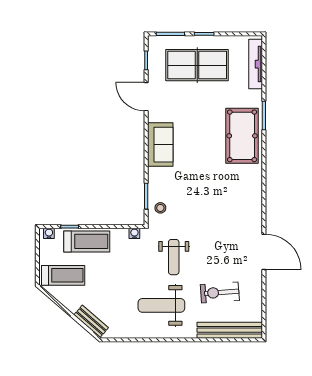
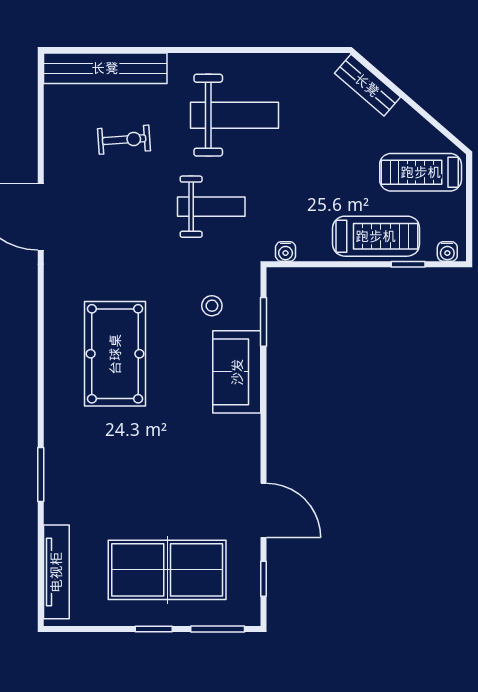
pool table: (242, 136) -> (115, 354), moved
sofa: (160, 145) -> (237, 372), moved
stool: (160, 208) -> (212, 306), moved
treadmill: (87, 241) -> (376, 236), turned 180
weight bench: (174, 257) -> (211, 207), turned 90
exercise bike: (220, 292) -> (124, 140), width x0.73, depth x0.72

